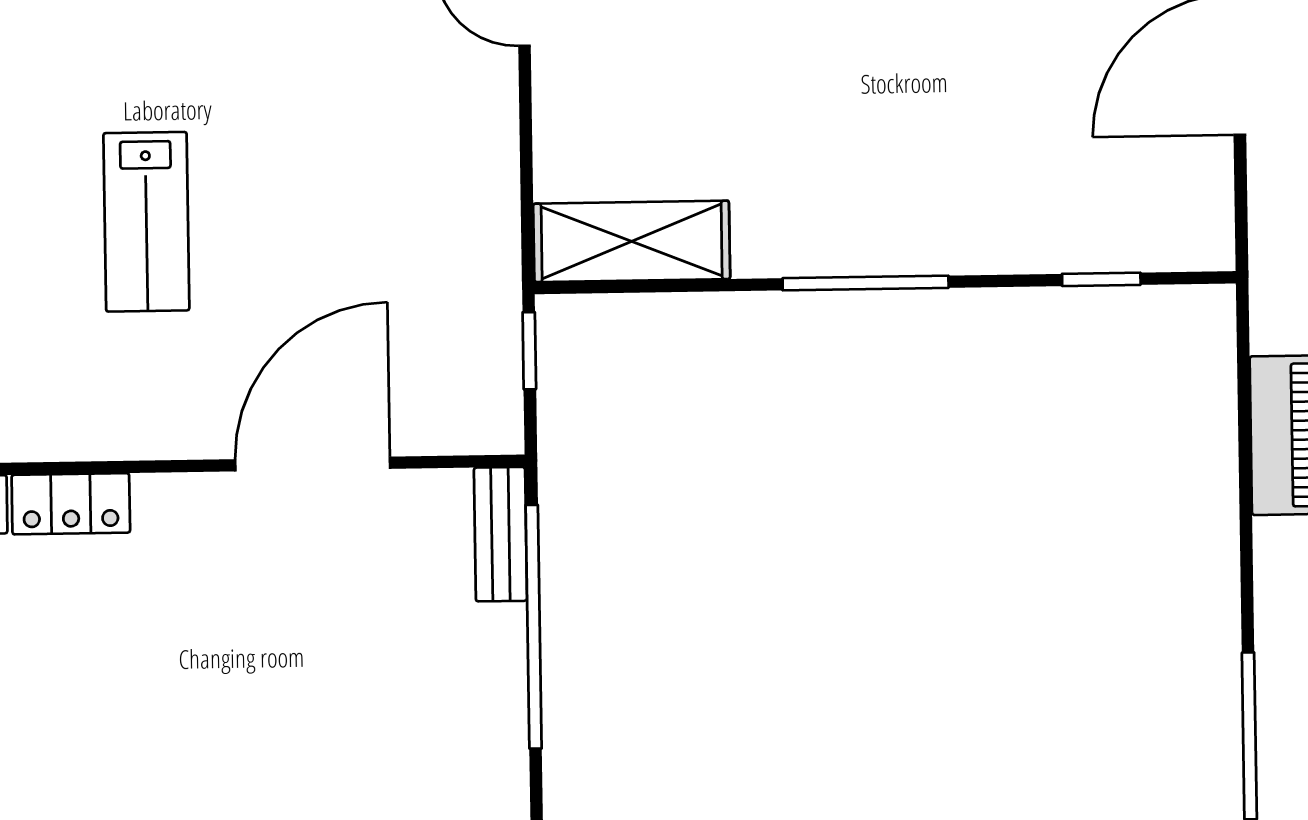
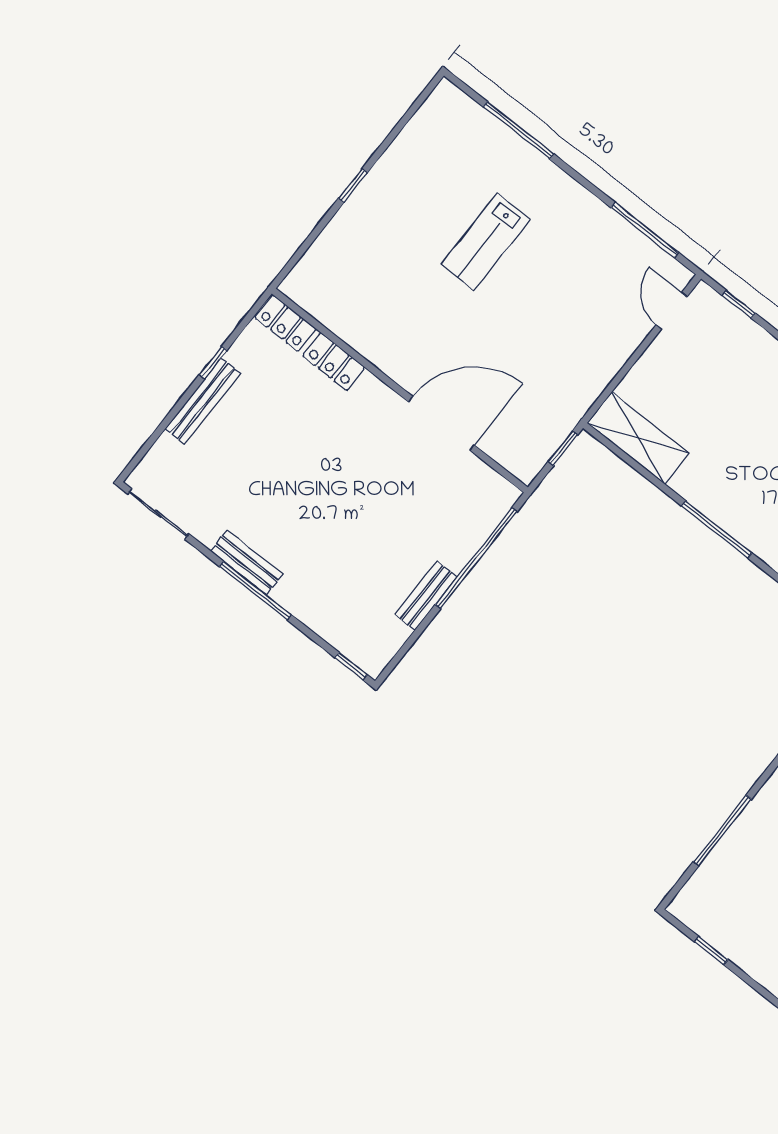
lab bench: (146, 222) -> (485, 242), moved
bench: (500, 534) -> (426, 596), moved

